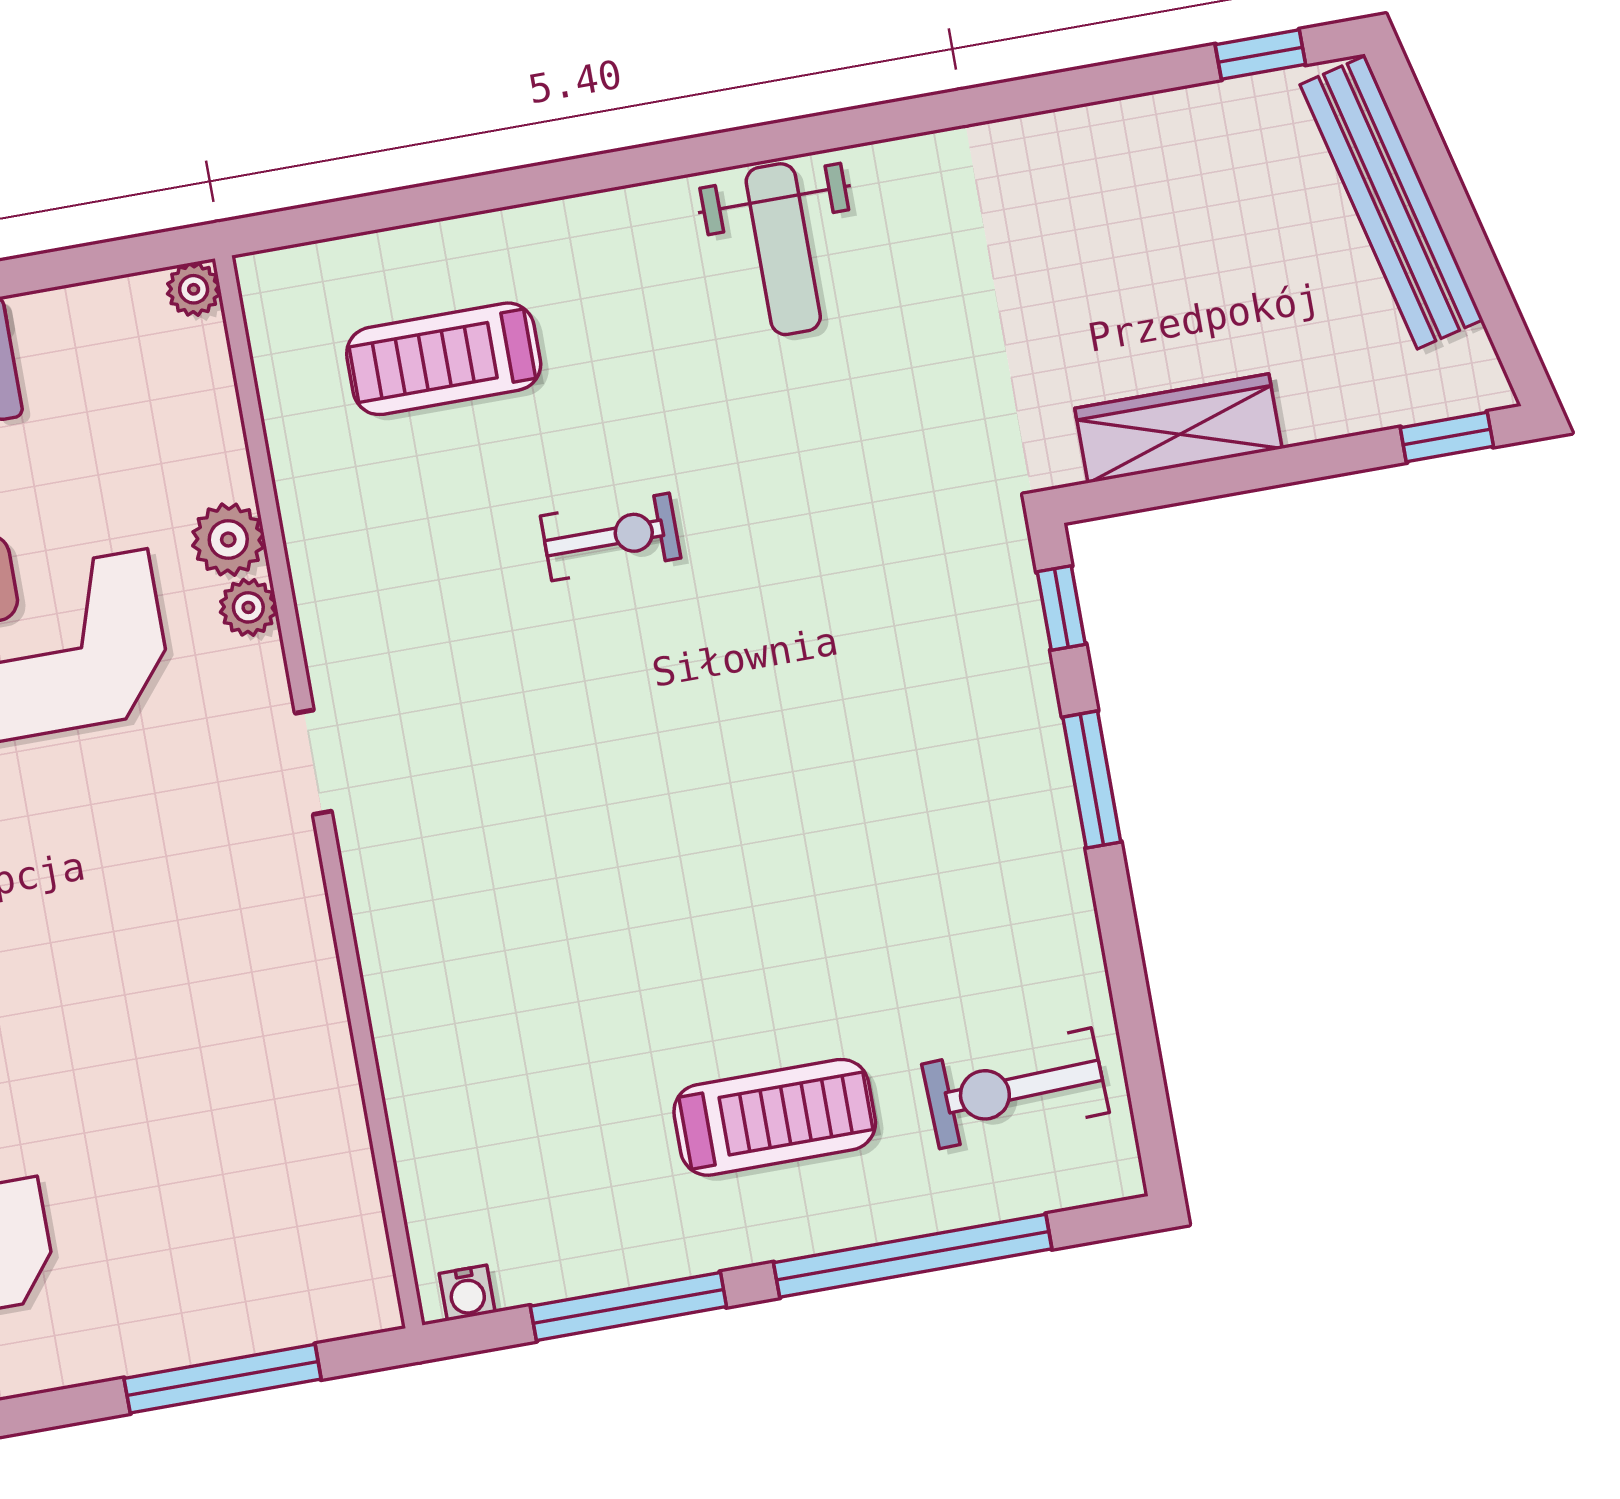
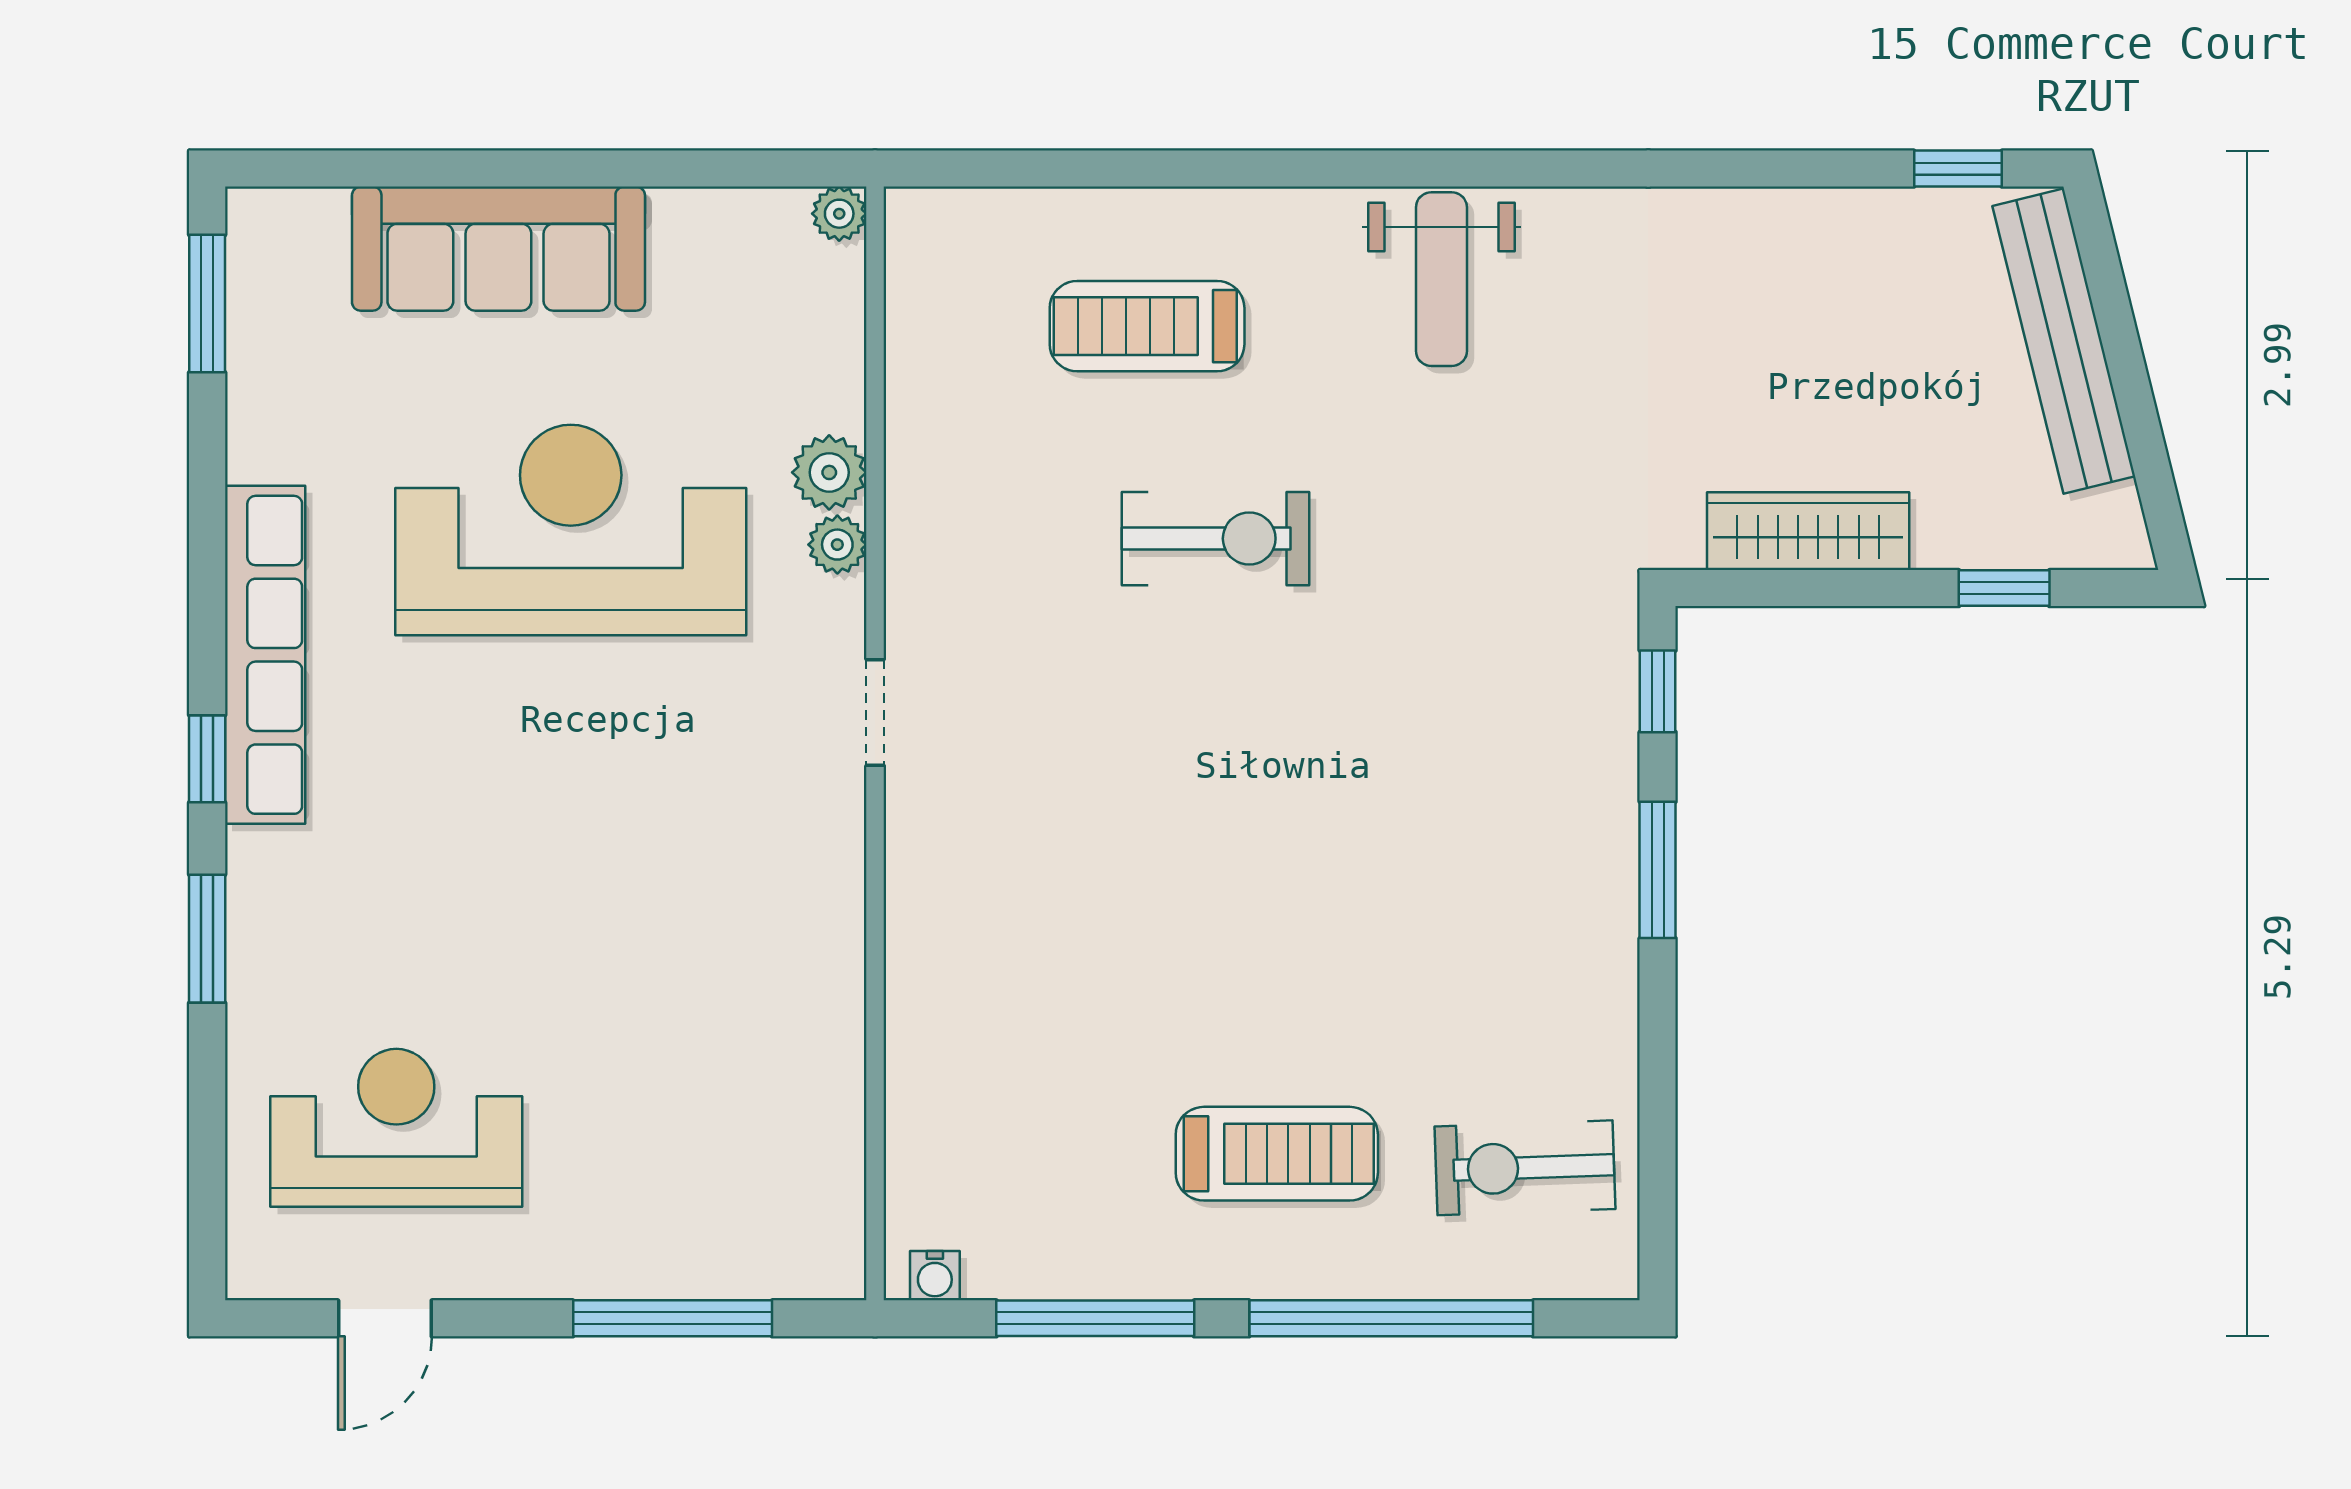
treadmill: (444, 359) -> (1147, 326), moved
window: (1447, 437) -> (2004, 588), moved
exercise bike: (611, 537) -> (1215, 539), width x1.38, depth x1.39

